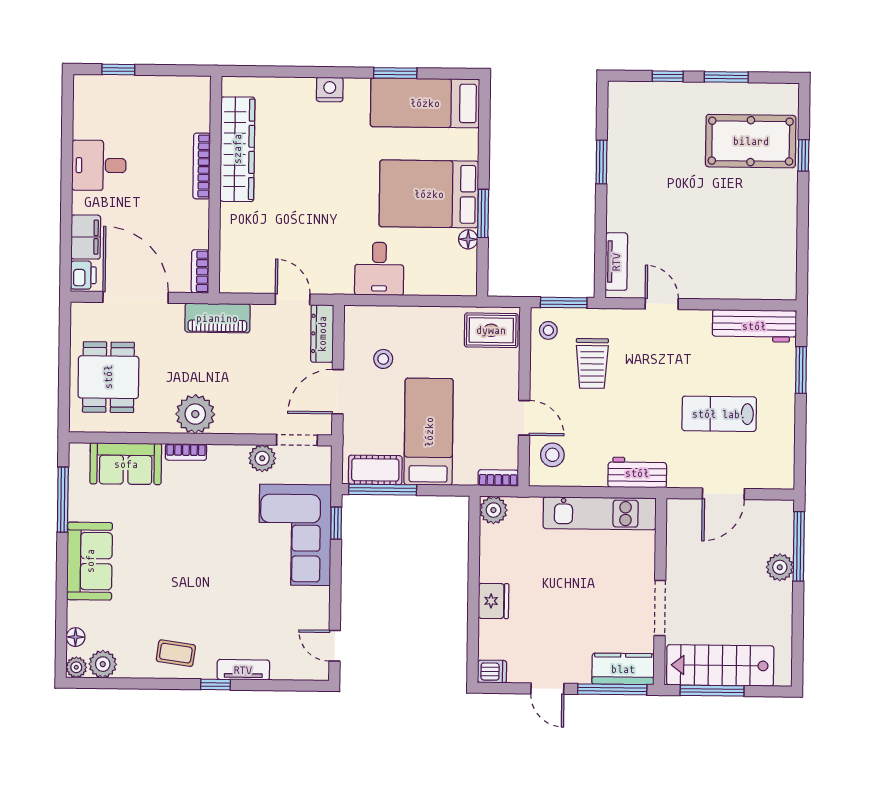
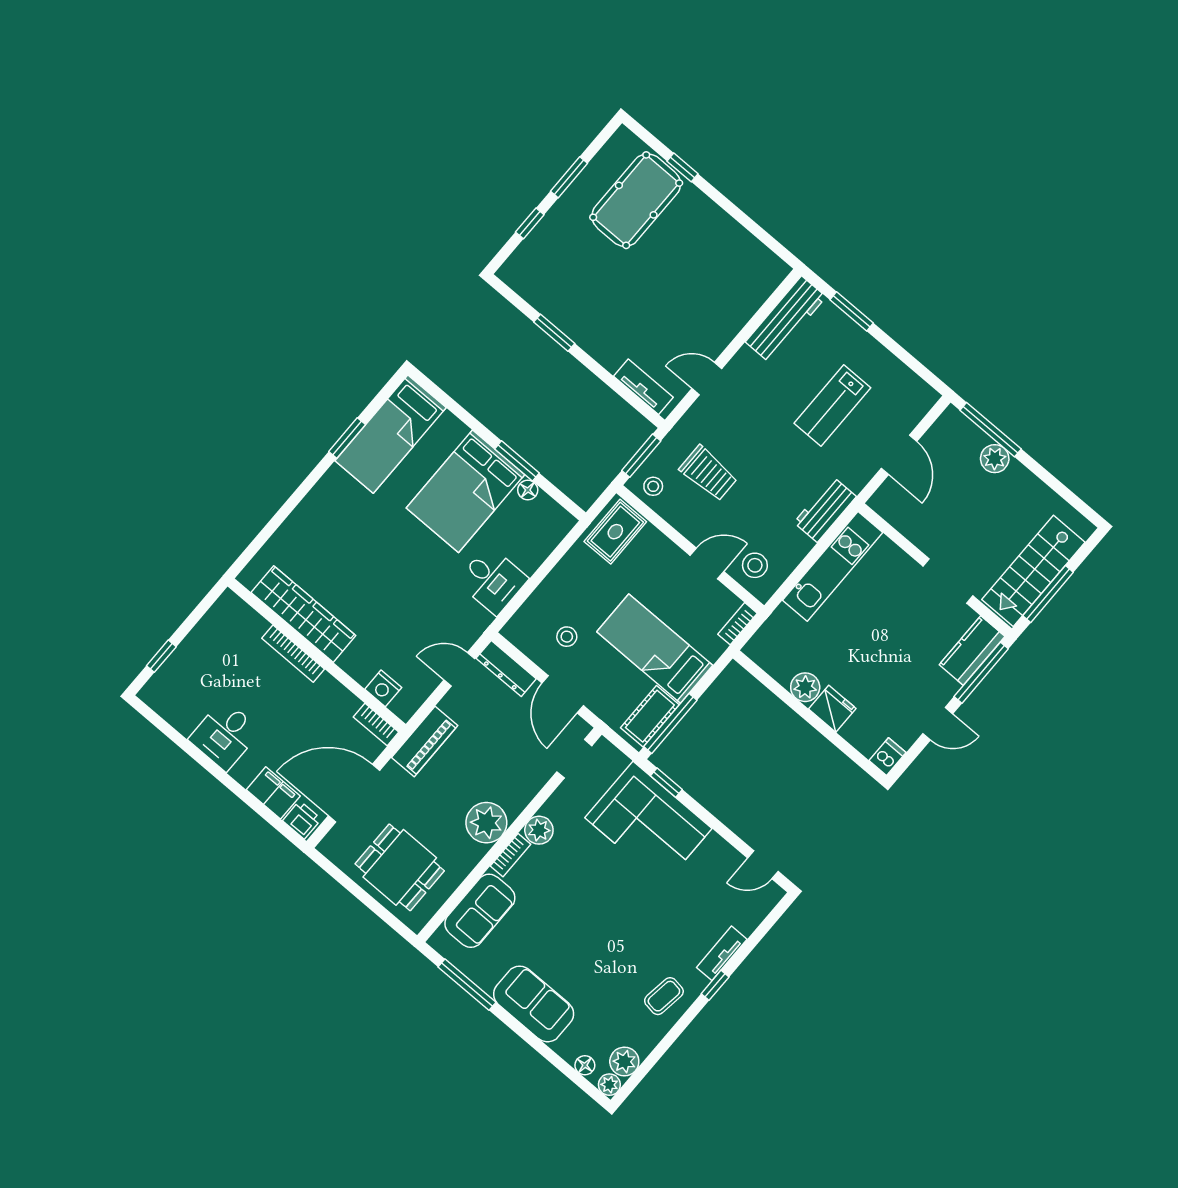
nightstand: (330, 89) -> (383, 688), moved, turned -90
plant: (262, 458) -> (539, 830), moved
plant: (493, 510) -> (805, 687), moved

